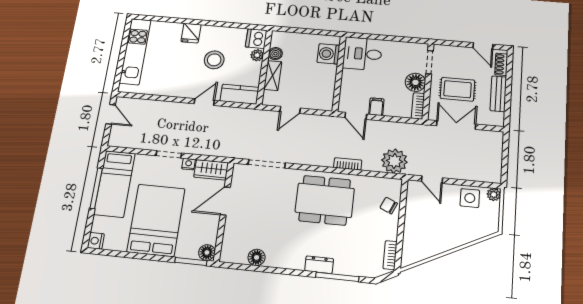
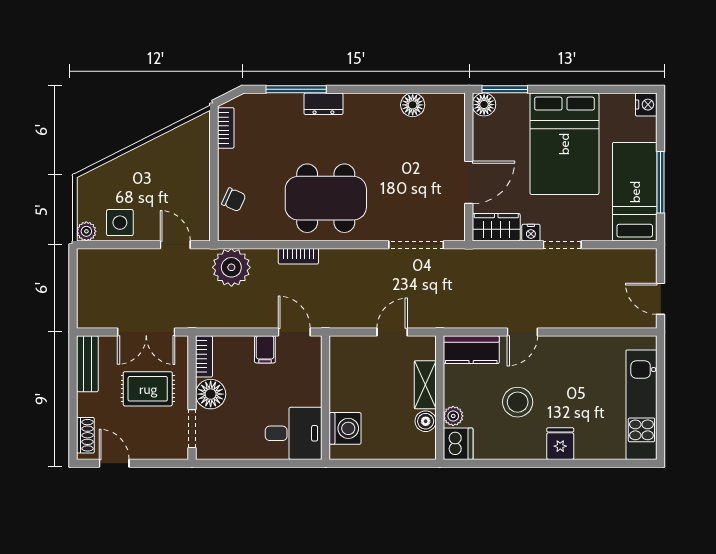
bench: (498, 94) -> (87, 364), moved

